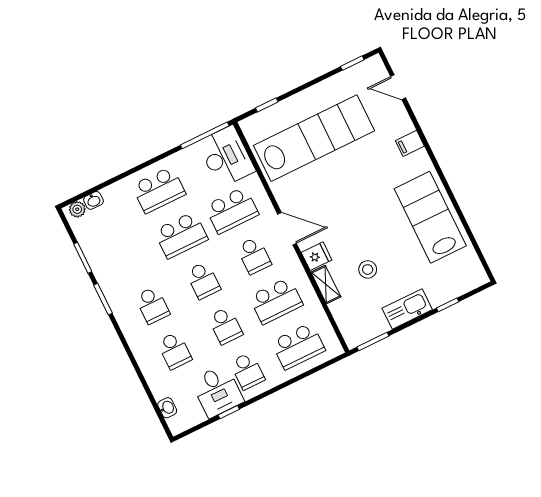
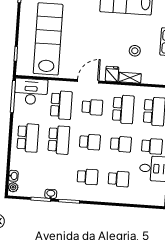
washbasin: (167, 408) -> (51, 194), moved

